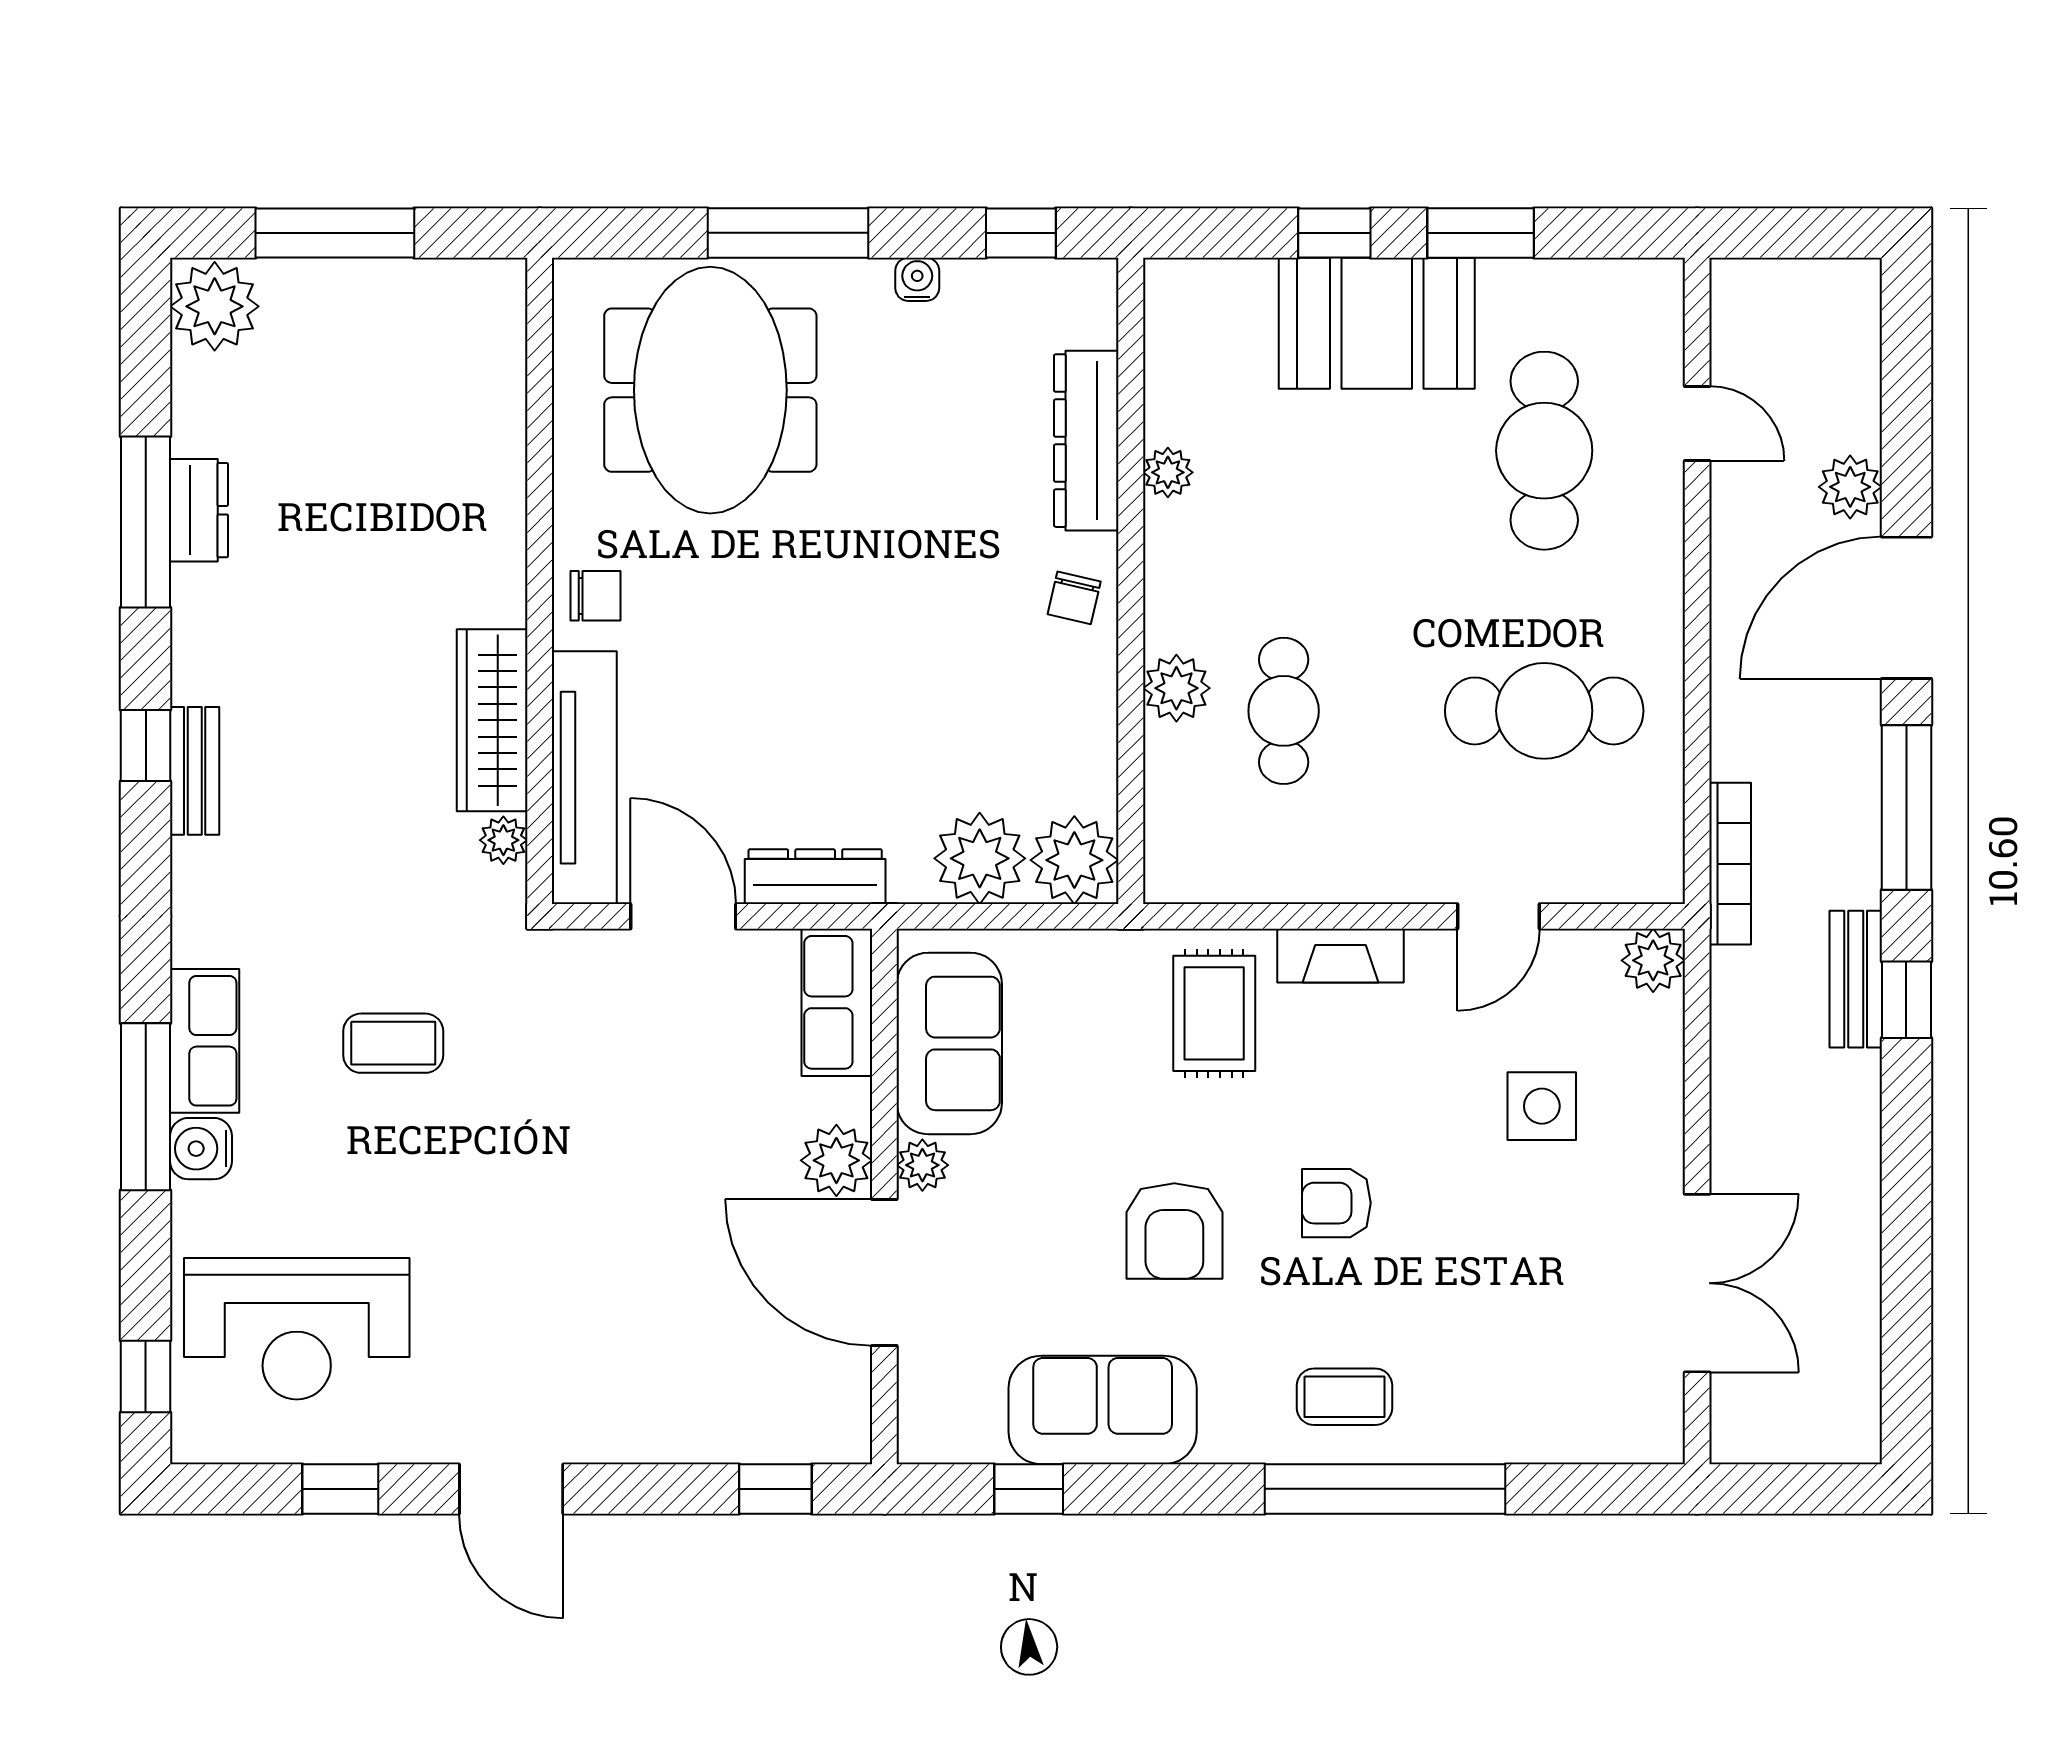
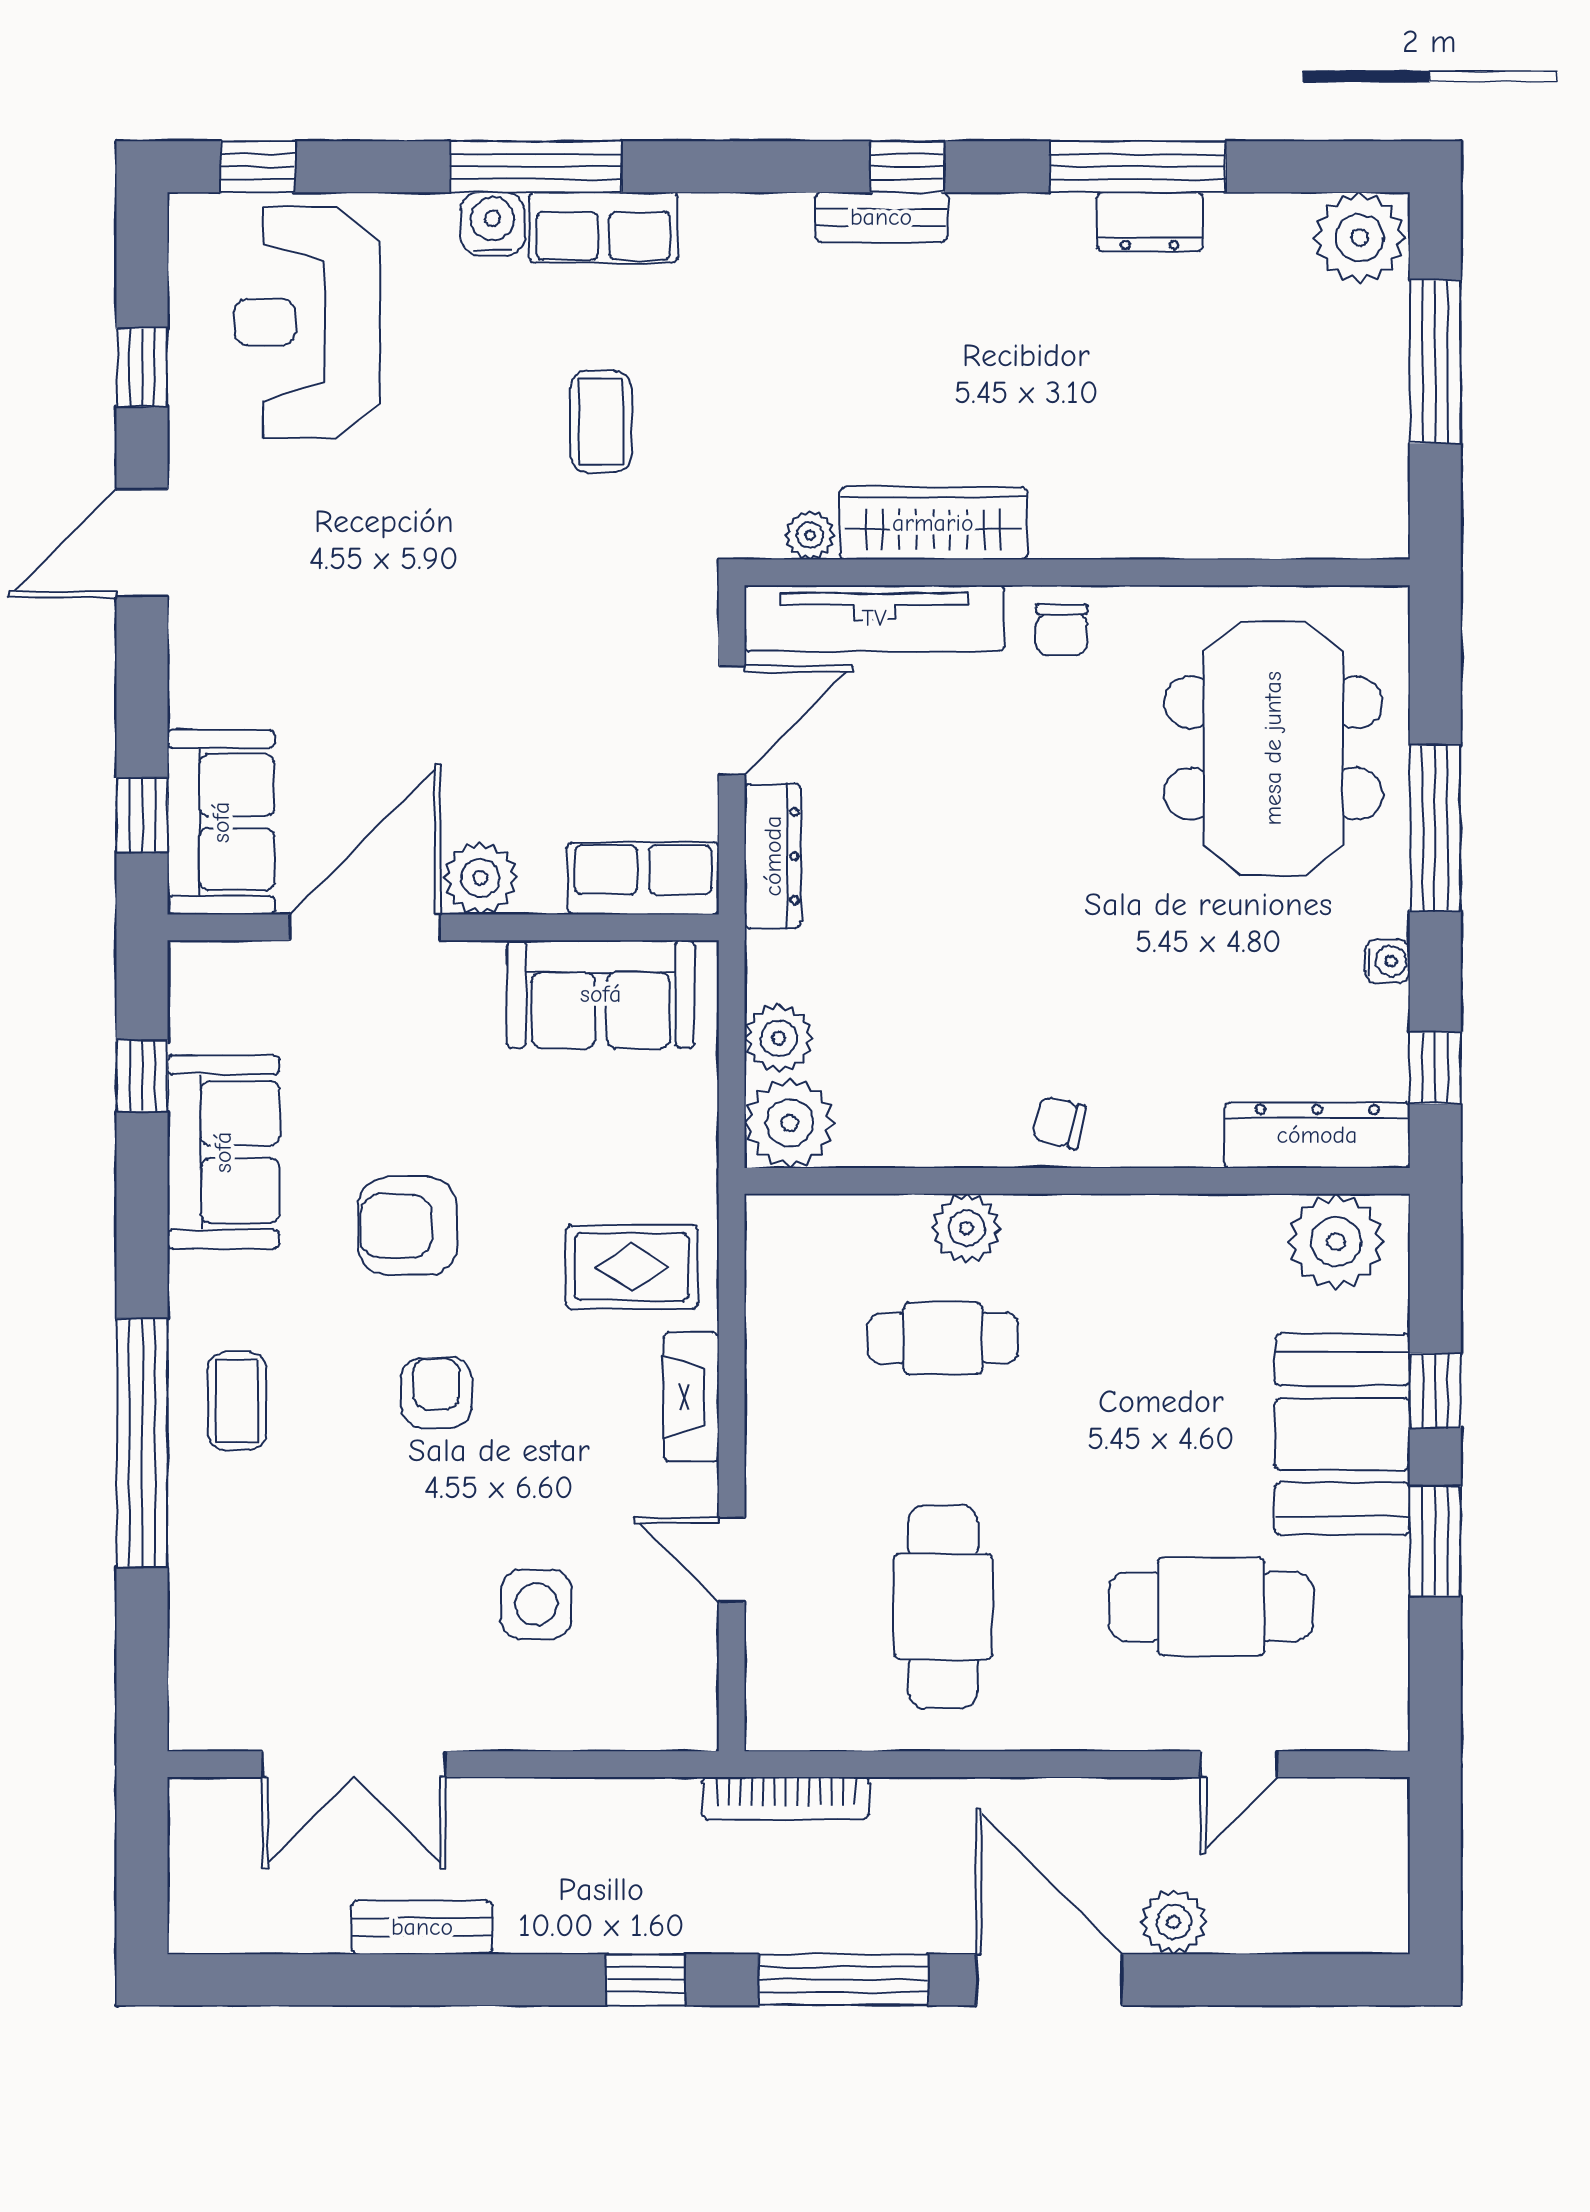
meeting table: (710, 390) -> (1273, 748), turned 90
dresser: (1086, 441) -> (1317, 1135), moved
plant: (1168, 472) -> (1336, 1242), moved, width x1.87, depth x1.87
plant: (980, 858) -> (779, 1038), width x0.73, depth x0.73
plant: (1653, 960) -> (686, 1719), removed
bench: (1856, 979) -> (422, 1927), moved
plant: (922, 1165) -> (476, 967), removed
sofa: (782, 1412) -> (221, 822), added

